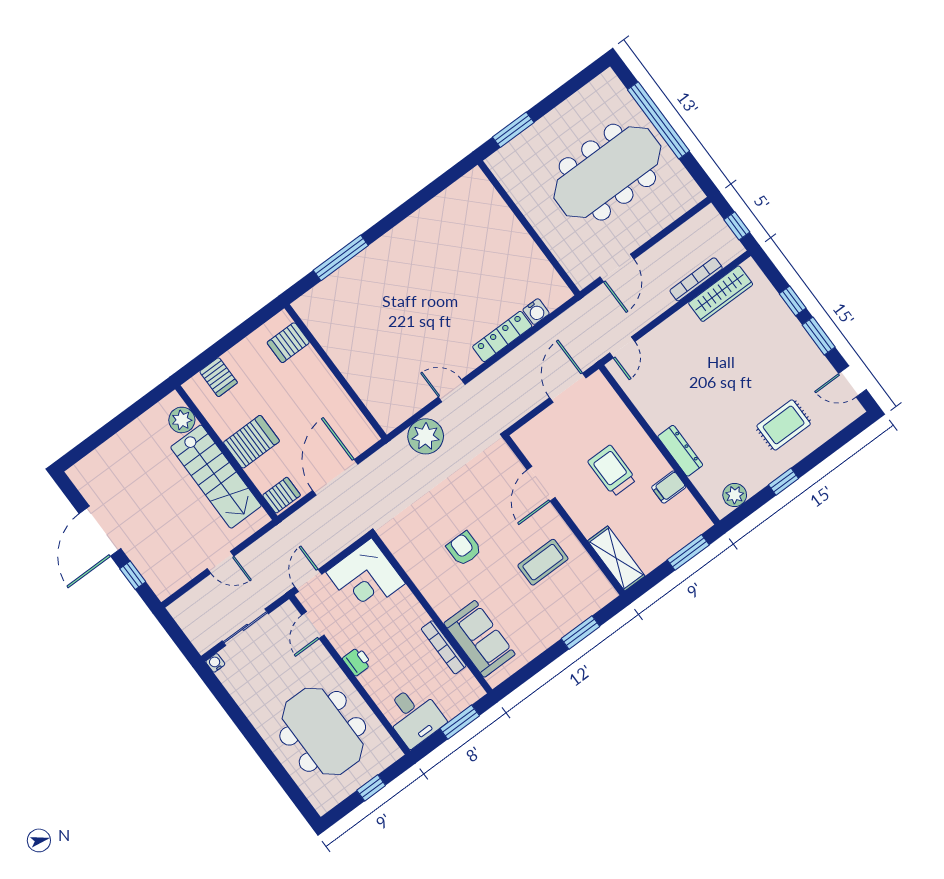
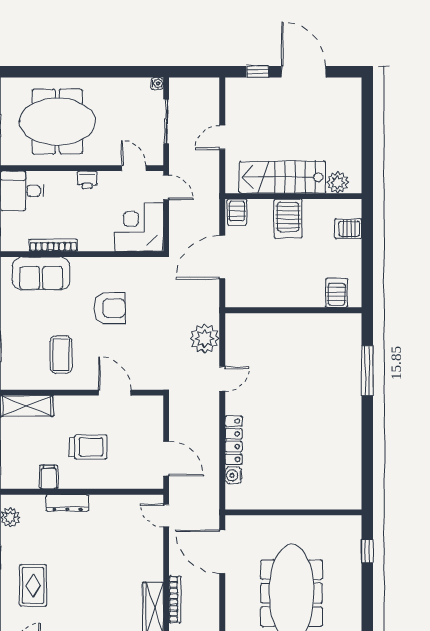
window: (513, 130) -> (367, 551), width x0.67
door: (617, 268) -> (222, 552), width x1.36
door: (335, 477) -> (222, 257), swing flipped
armchair: (464, 549) -> (110, 308), width x1.38, depth x1.38

